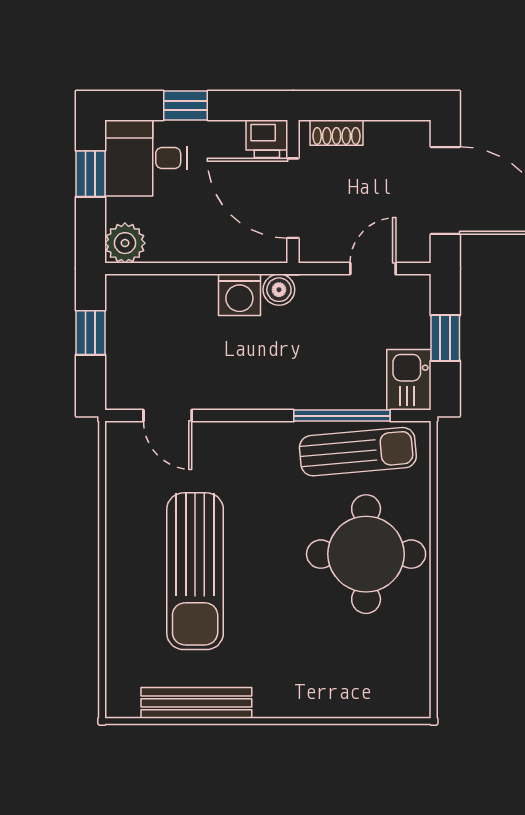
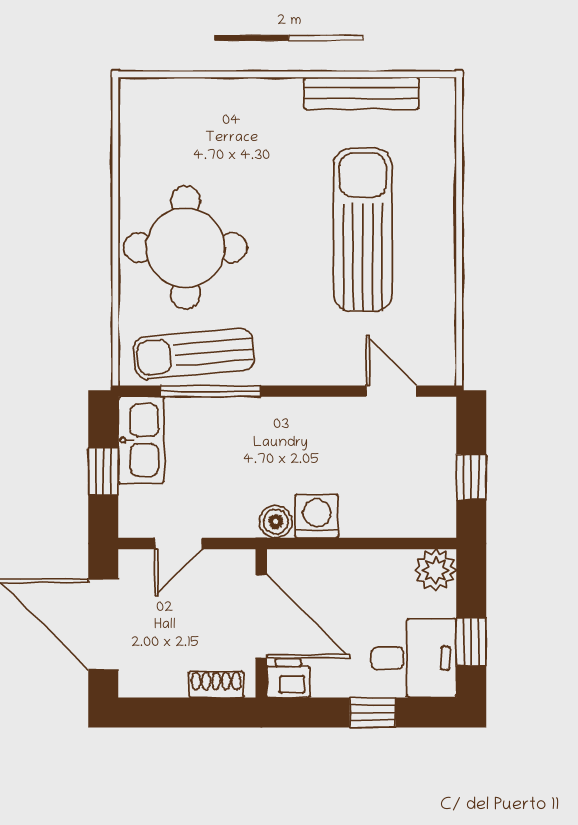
kitchen sink: (409, 380) -> (141, 440), width x1.38

